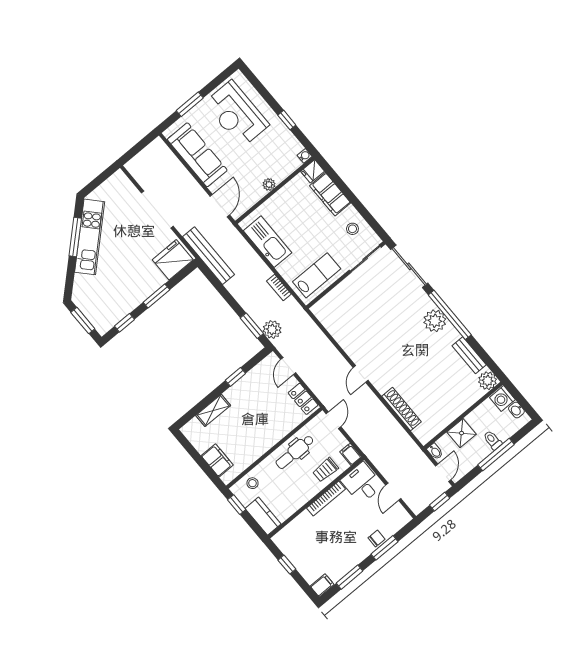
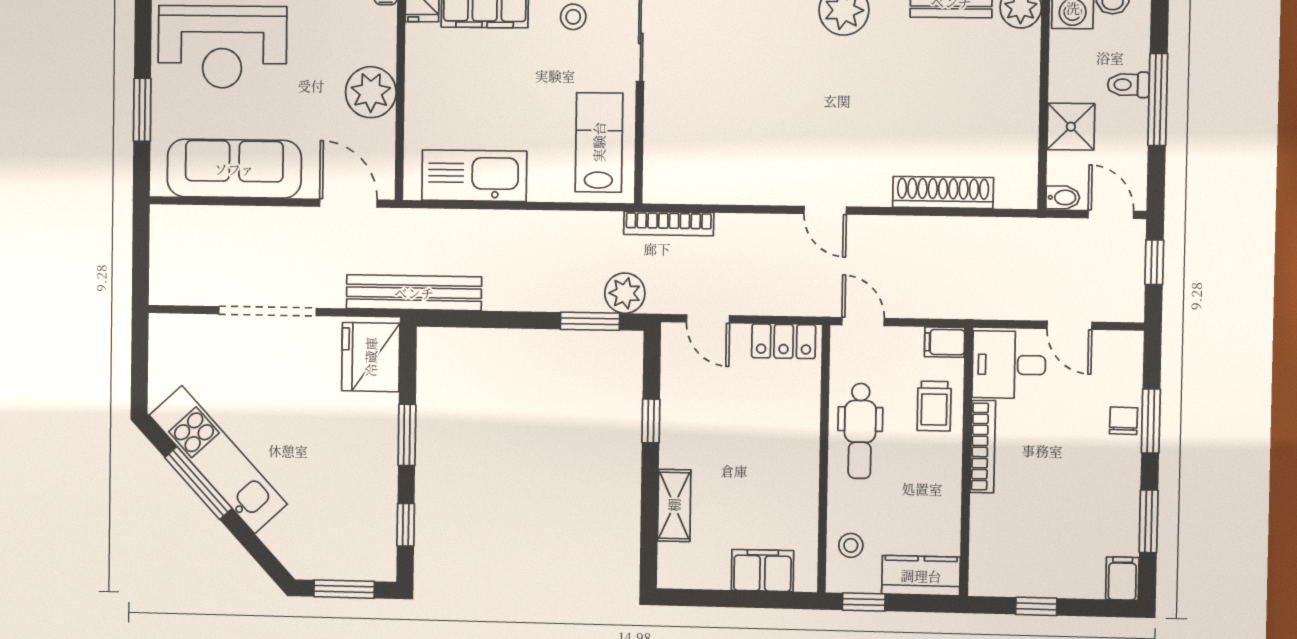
plant: (269, 184) -> (371, 92), width x1.87, depth x1.87
bookcase: (279, 287) -> (669, 224), moved, width x1.56

